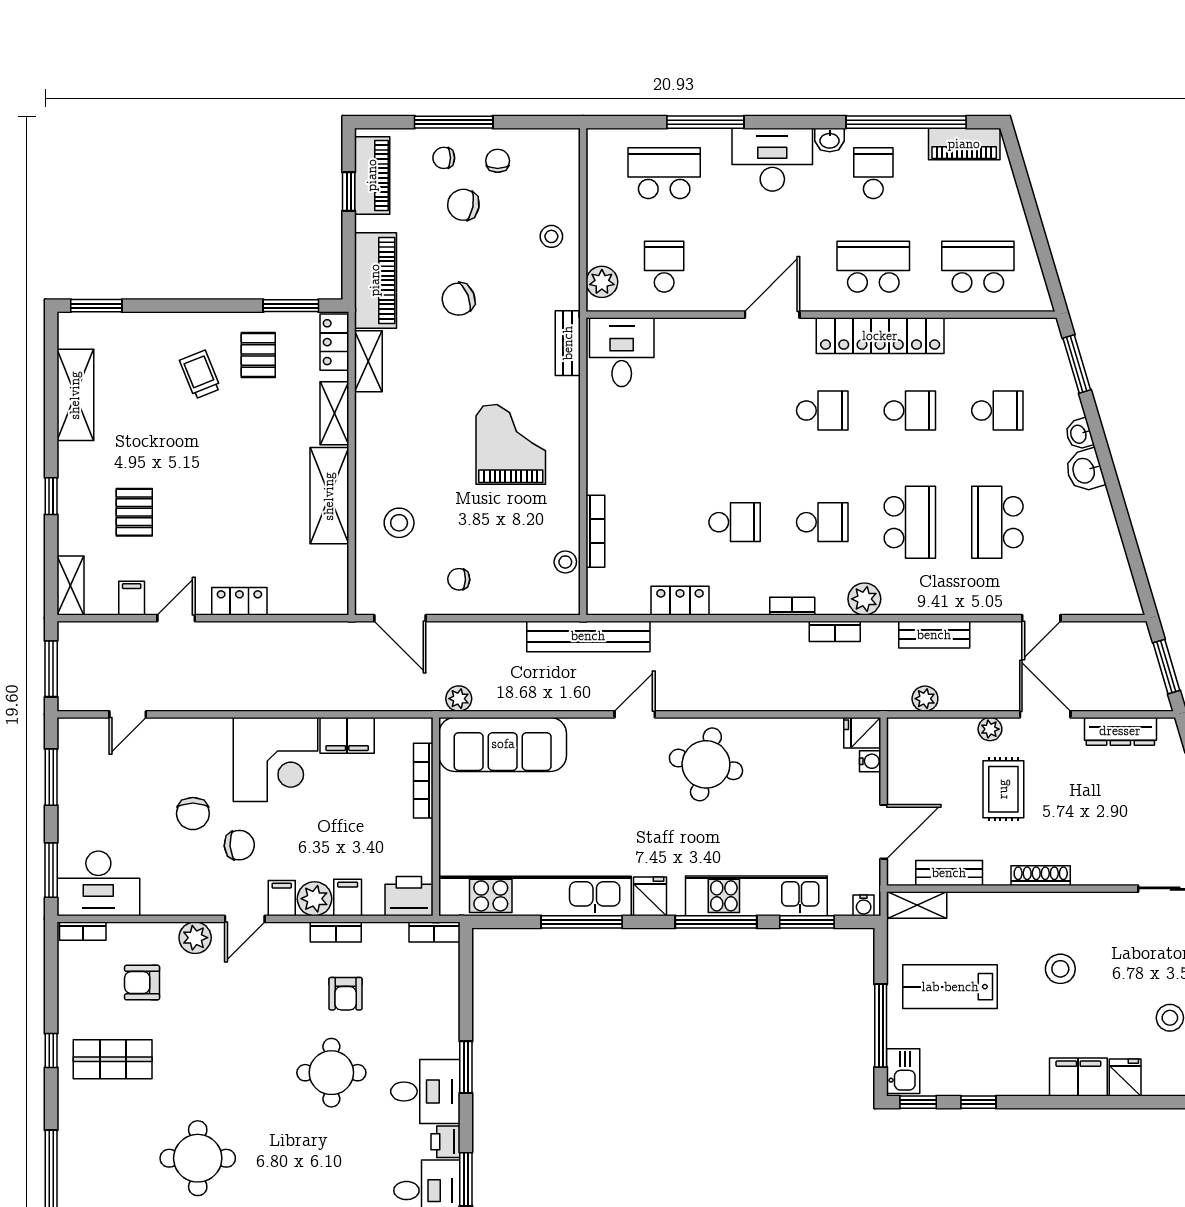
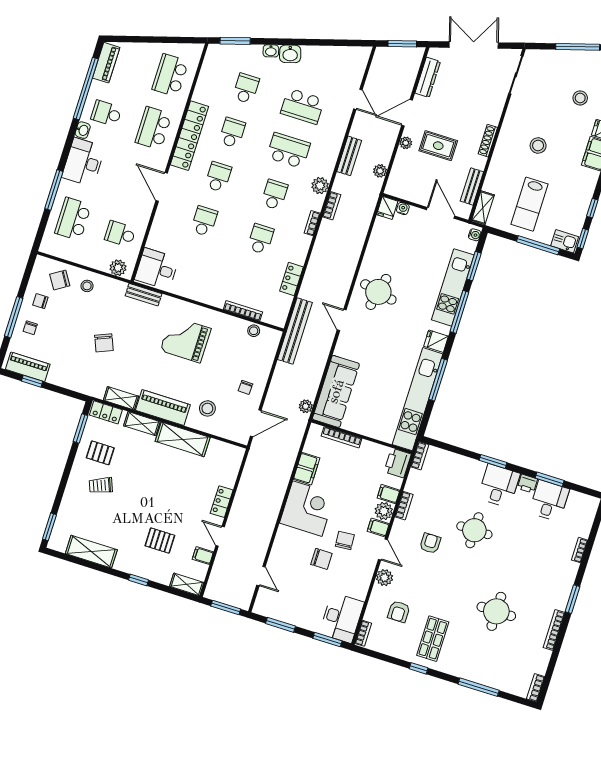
chair: (463, 205) -> (60, 280), moved, turned 48
piano: (375, 280) -> (163, 408), moved
school desk: (735, 411) -> (204, 221), added
armchair: (346, 994) -> (430, 543), moved, turned -90

